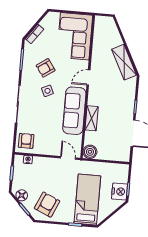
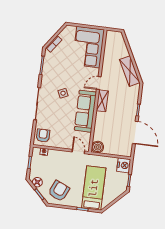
armchair: (46, 68) -> (62, 73), removed
shelving: (92, 118) -> (102, 101), moved
nightstand: (119, 192) -> (124, 165), moved

